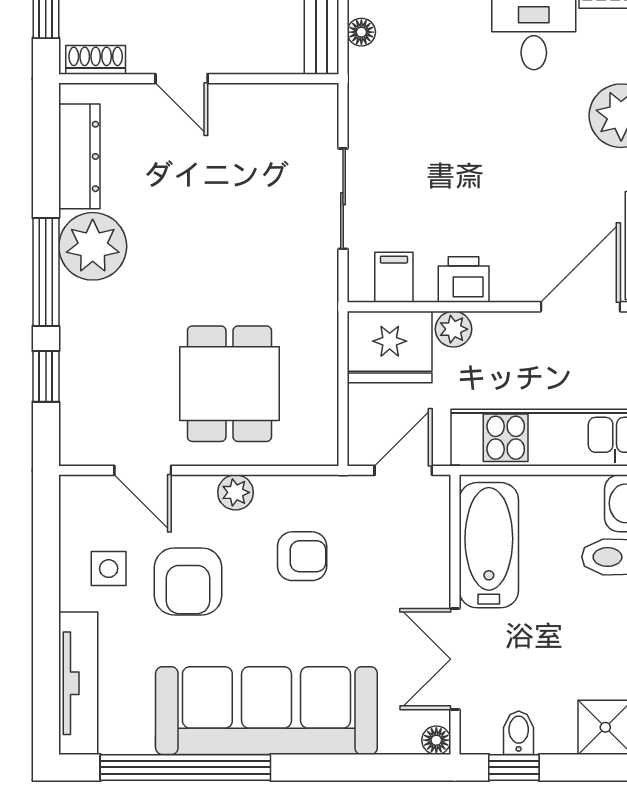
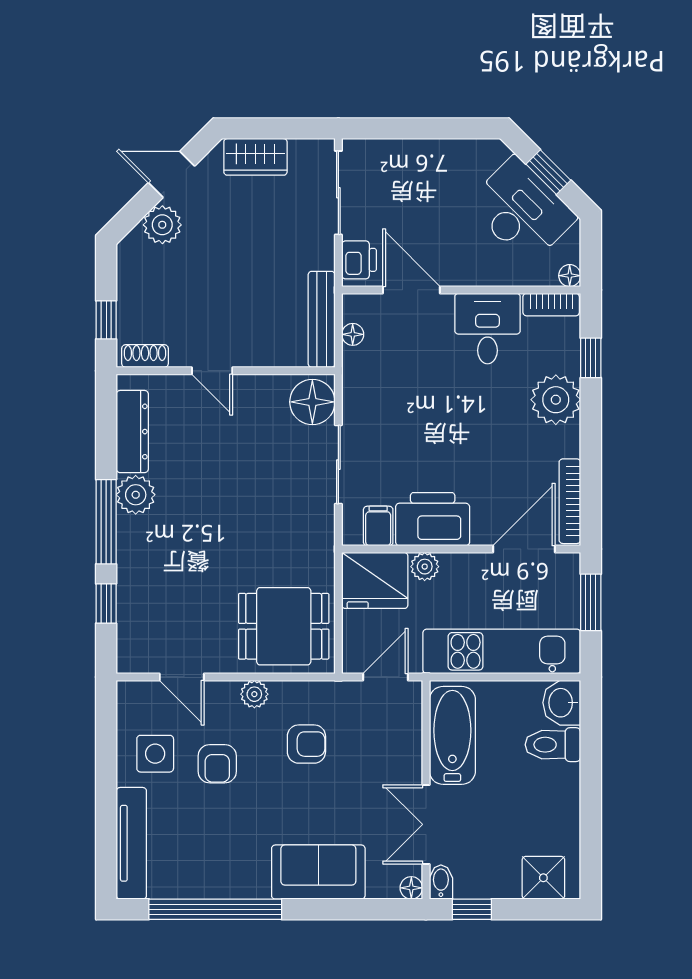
floor lamp: (310, 119) -> (312, 402), added
plant: (93, 246) -> (136, 495), width x0.73, depth x0.73
printer: (464, 280) -> (433, 519), width x1.87, depth x1.48
dining table: (229, 384) -> (284, 626), moved, turned 90
side table: (109, 569) -> (155, 754), width x1.37, depth x1.37
armchair: (188, 581) -> (217, 764), width x0.72, depth x0.72
sofa: (266, 711) -> (318, 872), width x0.54, depth x0.79
bidet: (519, 733) -> (441, 882), moved

